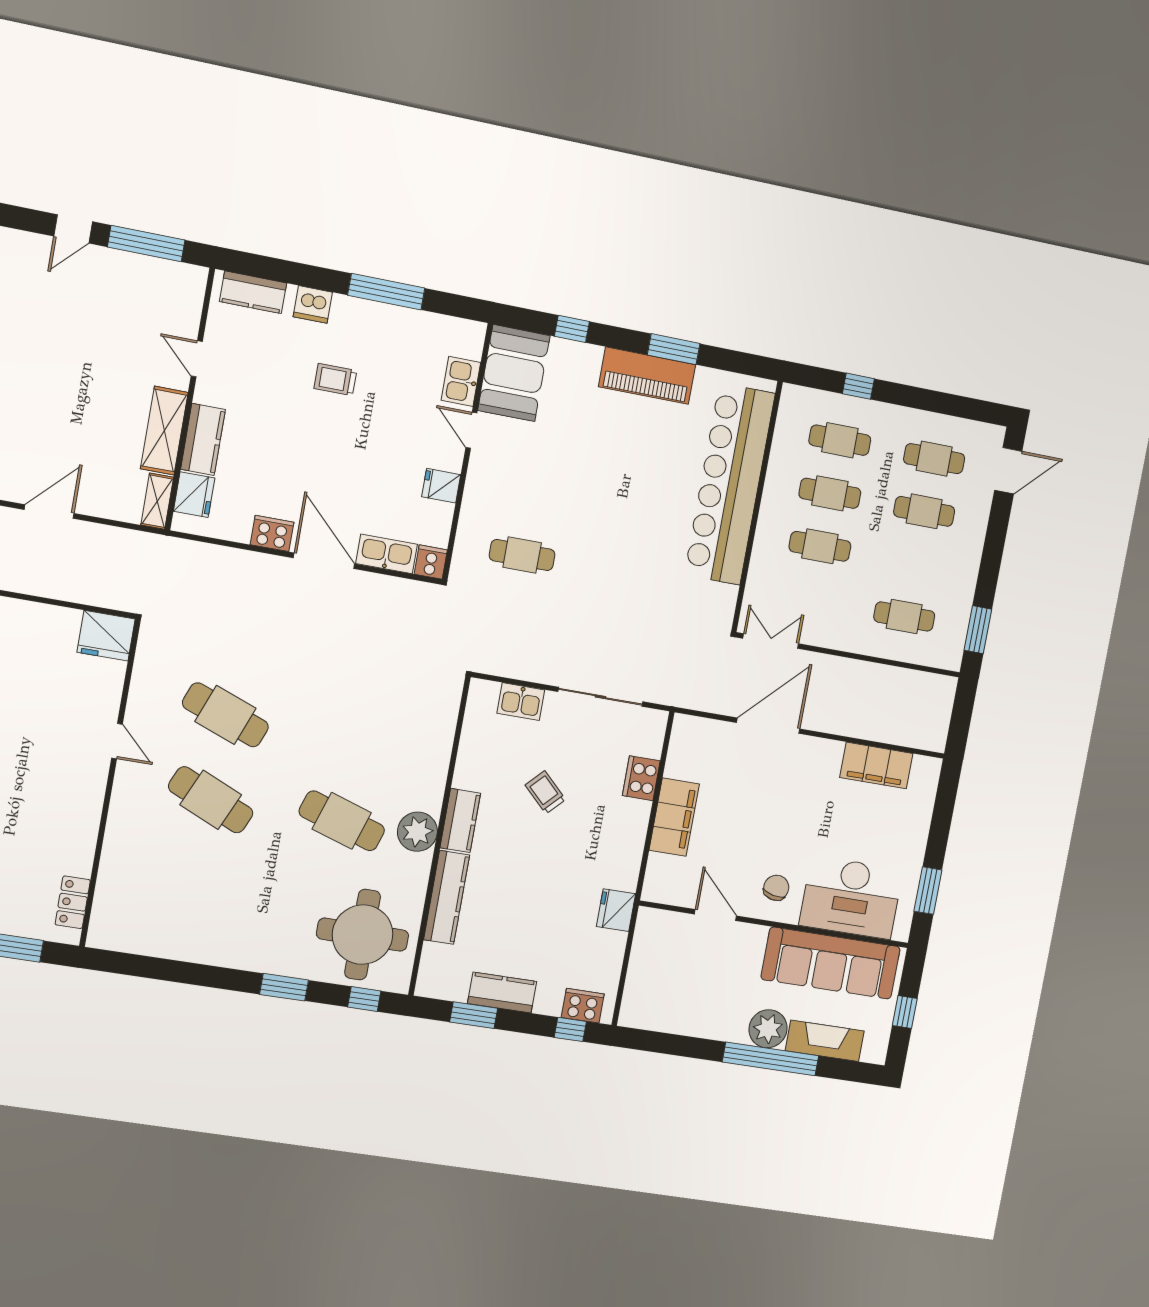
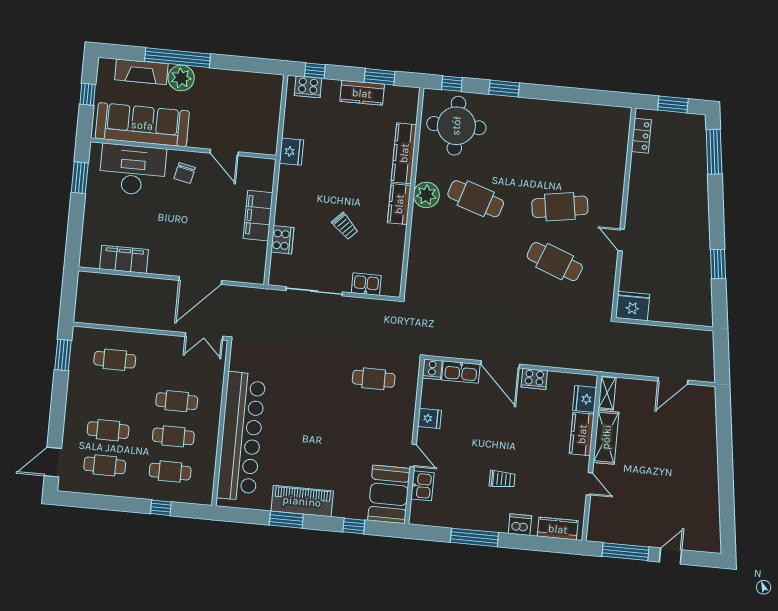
cafe table: (211, 800) -> (560, 207), turned -33

